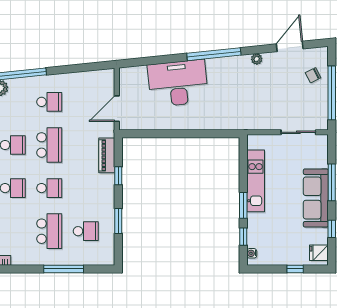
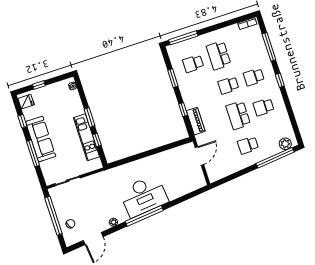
desk: (178, 83) -> (144, 196), moved
window: (243, 237) -> (97, 140), moved
window: (64, 269) -> (183, 38), moved

